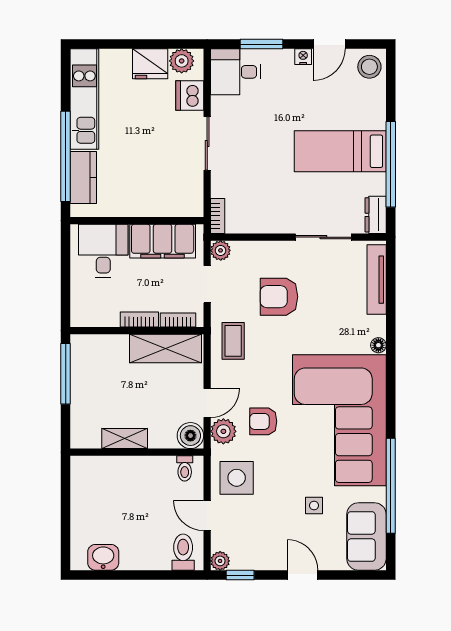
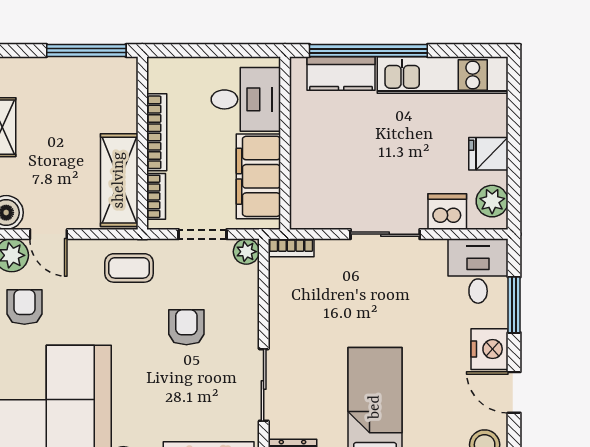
nightstand: (303, 57) -> (490, 349), width x1.89, depth x1.79
fridge: (150, 64) -> (488, 154), width x0.72
armchair: (279, 297) -> (186, 327), width x0.72, depth x0.72
bookcase: (139, 319) -> (157, 132), width x1.56

